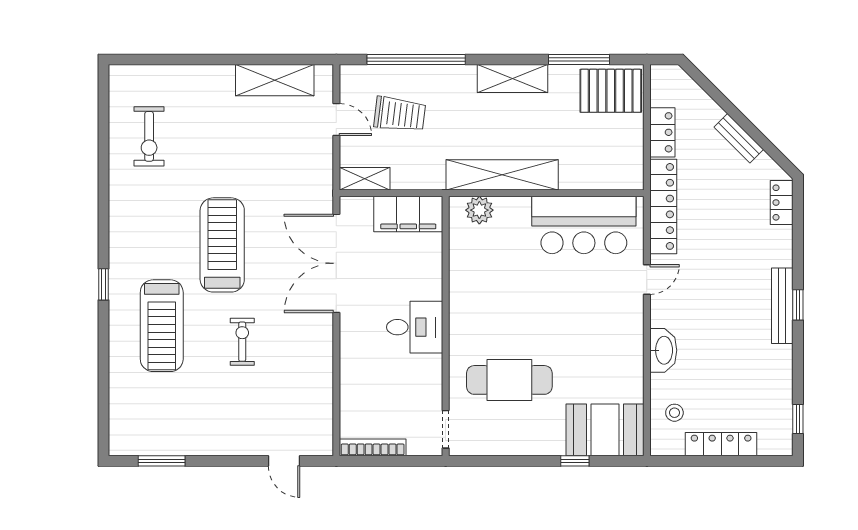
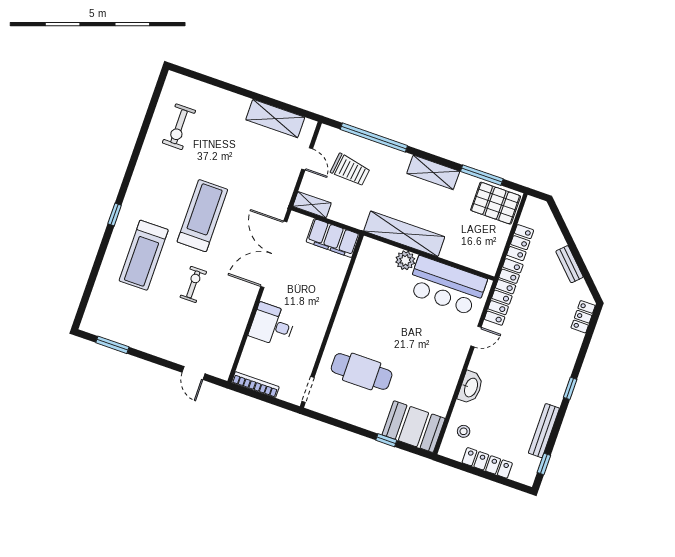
plant: (479, 210) -> (405, 260), moved
bench: (782, 306) -> (544, 431), moved
desk: (415, 327) -> (272, 325), moved, turned 180

